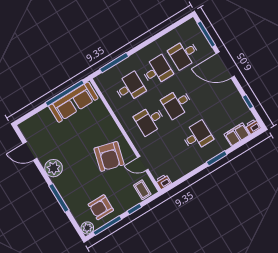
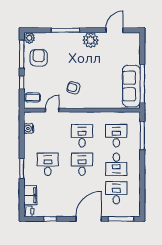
desk: (130, 87) -> (116, 136), turned 180
desk: (197, 136) -> (48, 164), turned 180
armchair: (109, 156) -> (73, 88), width x0.53, depth x0.53
water cooler: (174, 175) -> (29, 128), added
printer: (163, 182) -> (29, 117), removed

